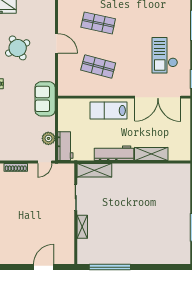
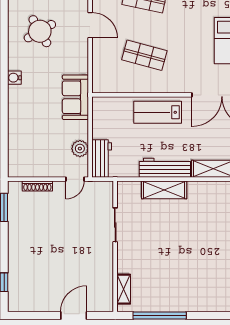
shelving: (94, 170) -> (164, 190), moved
shelving: (82, 227) -> (124, 289), moved

